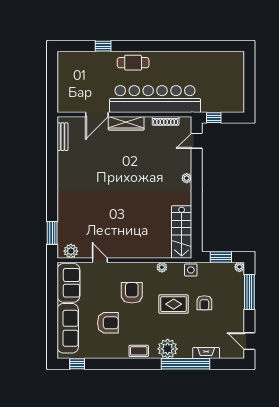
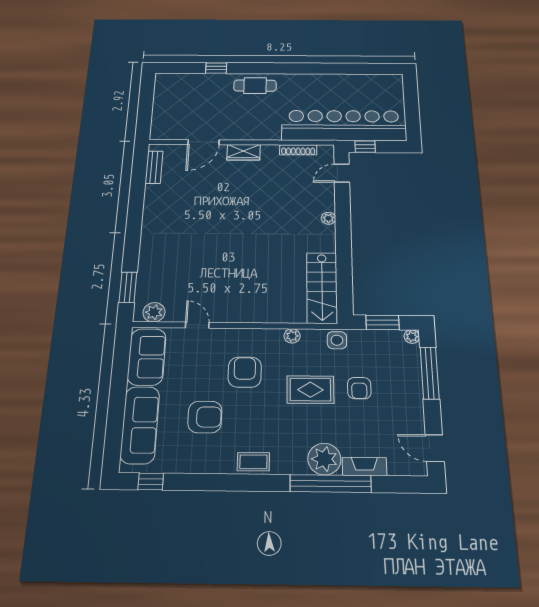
bar counter: (155, 99) -> (344, 126), moved
wardrobe: (126, 123) -> (244, 152), width x0.67
plant: (168, 349) -> (324, 459), moved

